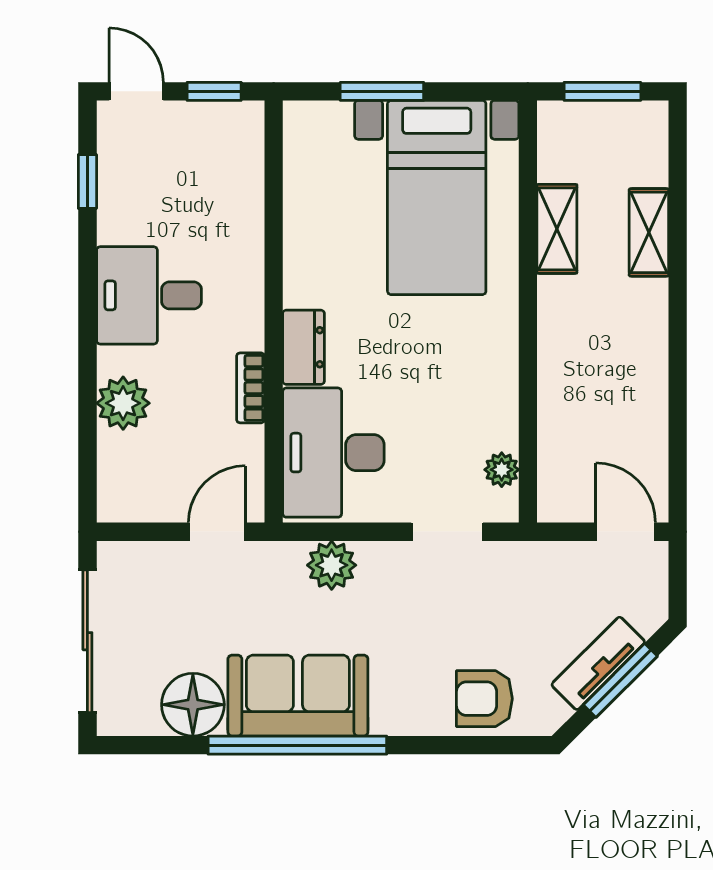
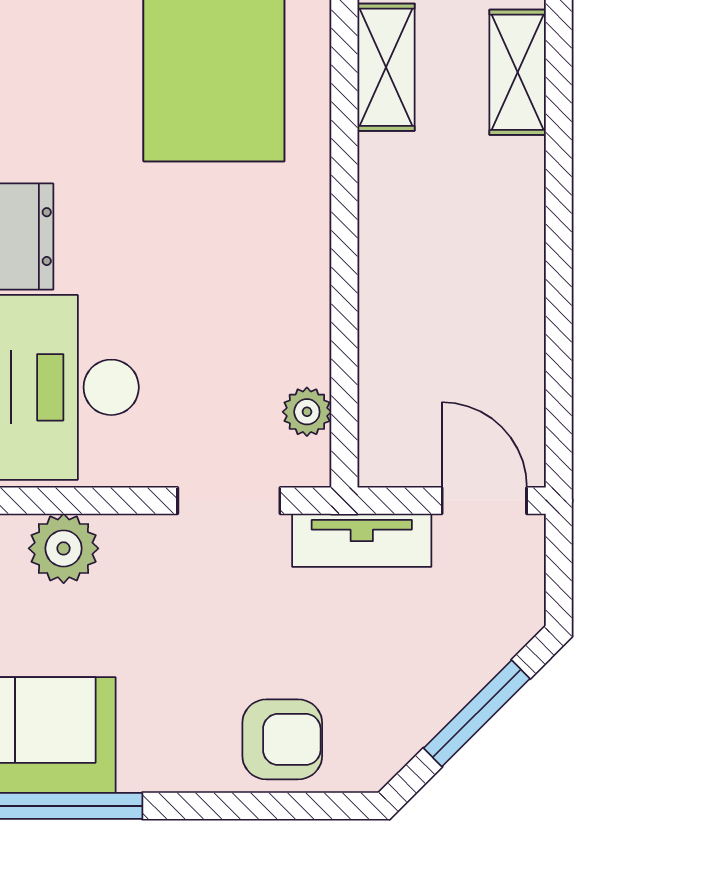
tv unit: (598, 663) -> (362, 540), moved, turned -135
armchair: (484, 699) -> (282, 739), turned 180

